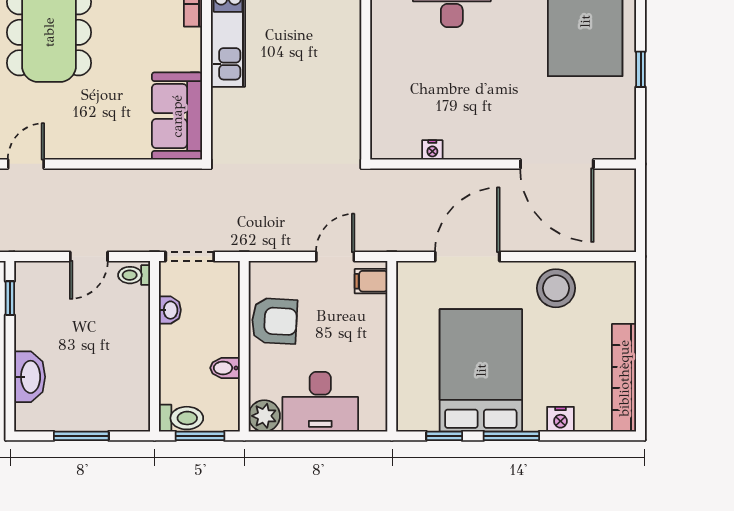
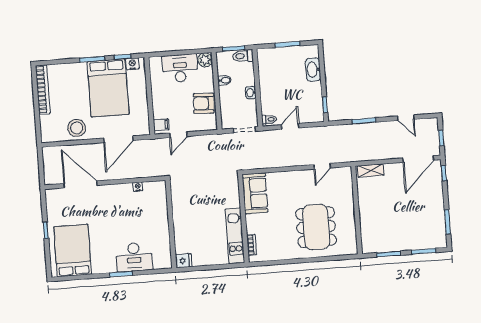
washbasin: (170, 310) -> (251, 93), moved
nightstand: (560, 419) -> (132, 64), moved

